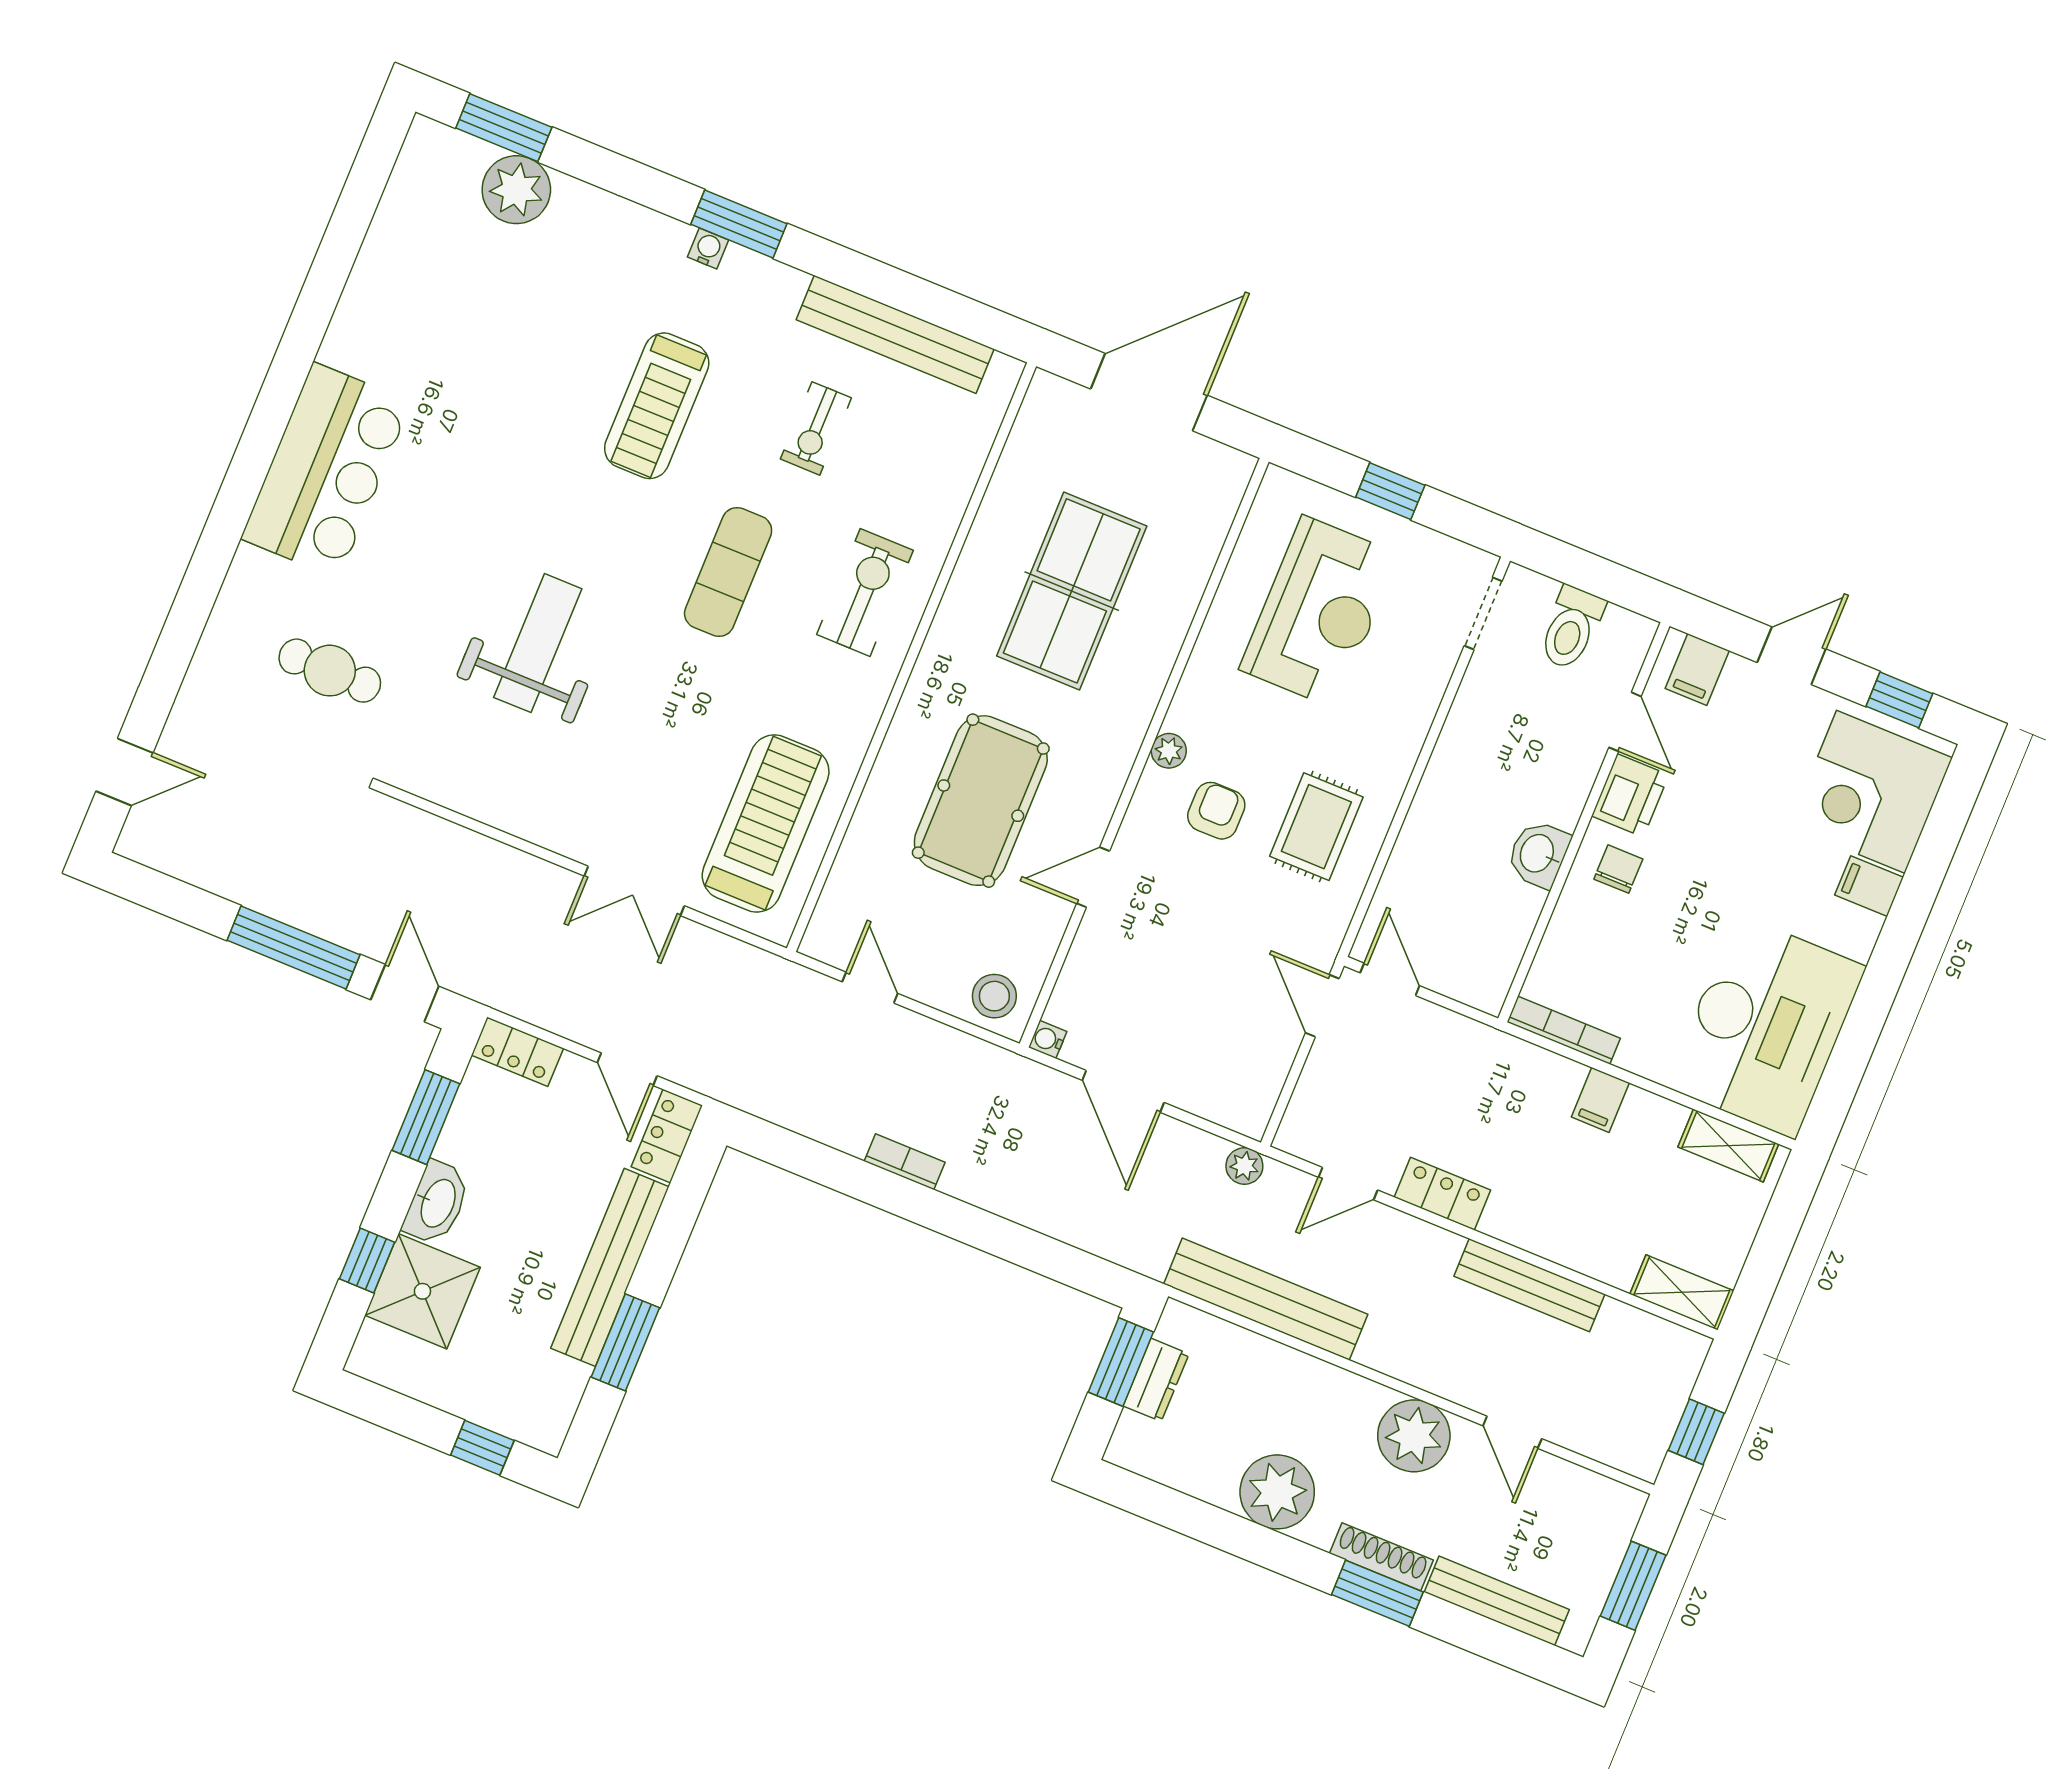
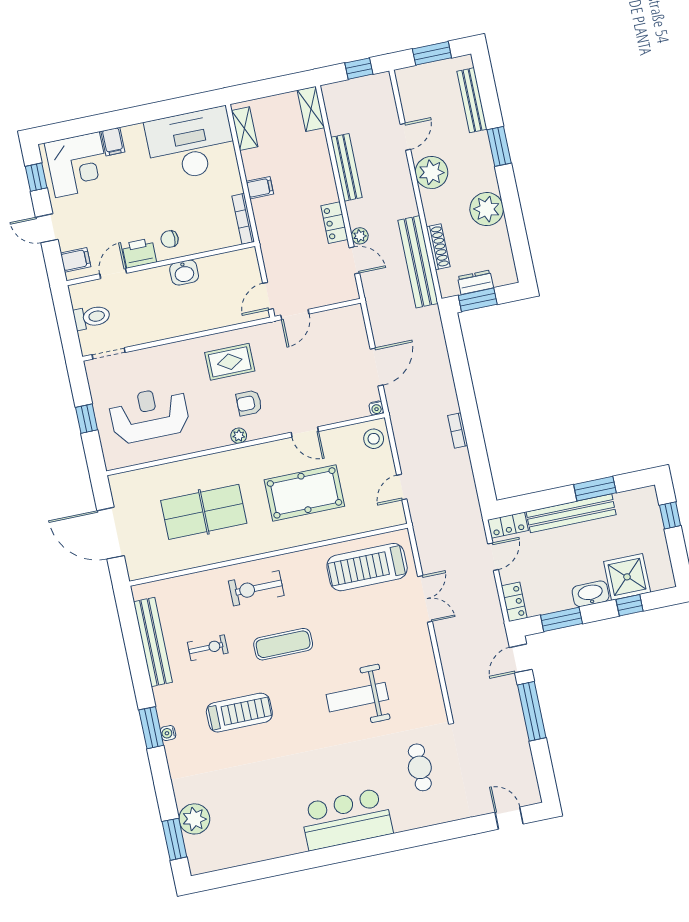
plant: (1244, 1166) -> (360, 236), moved
shoe rack: (1381, 1557) -> (438, 247), moved, turned 180

